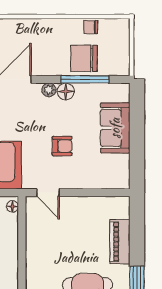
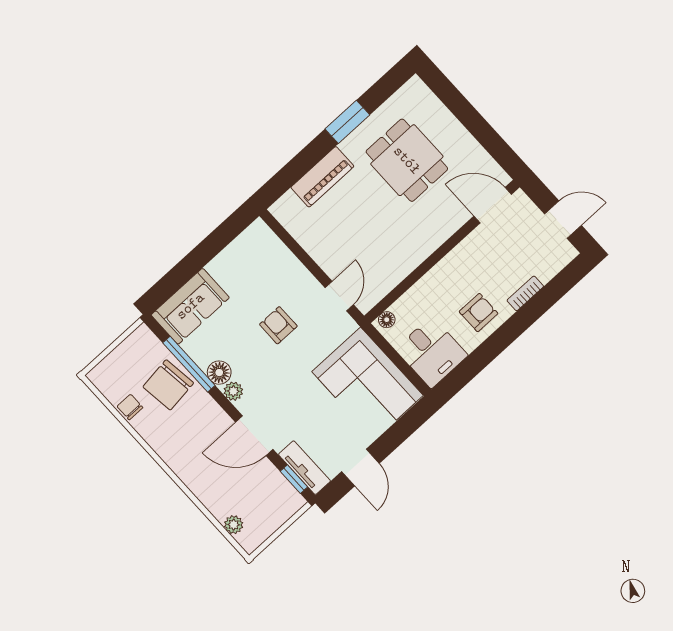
chair: (91, 27) -> (130, 407), turned 180
chair: (84, 58) -> (168, 385), turned 83
sofa: (115, 128) -> (190, 306), moved

